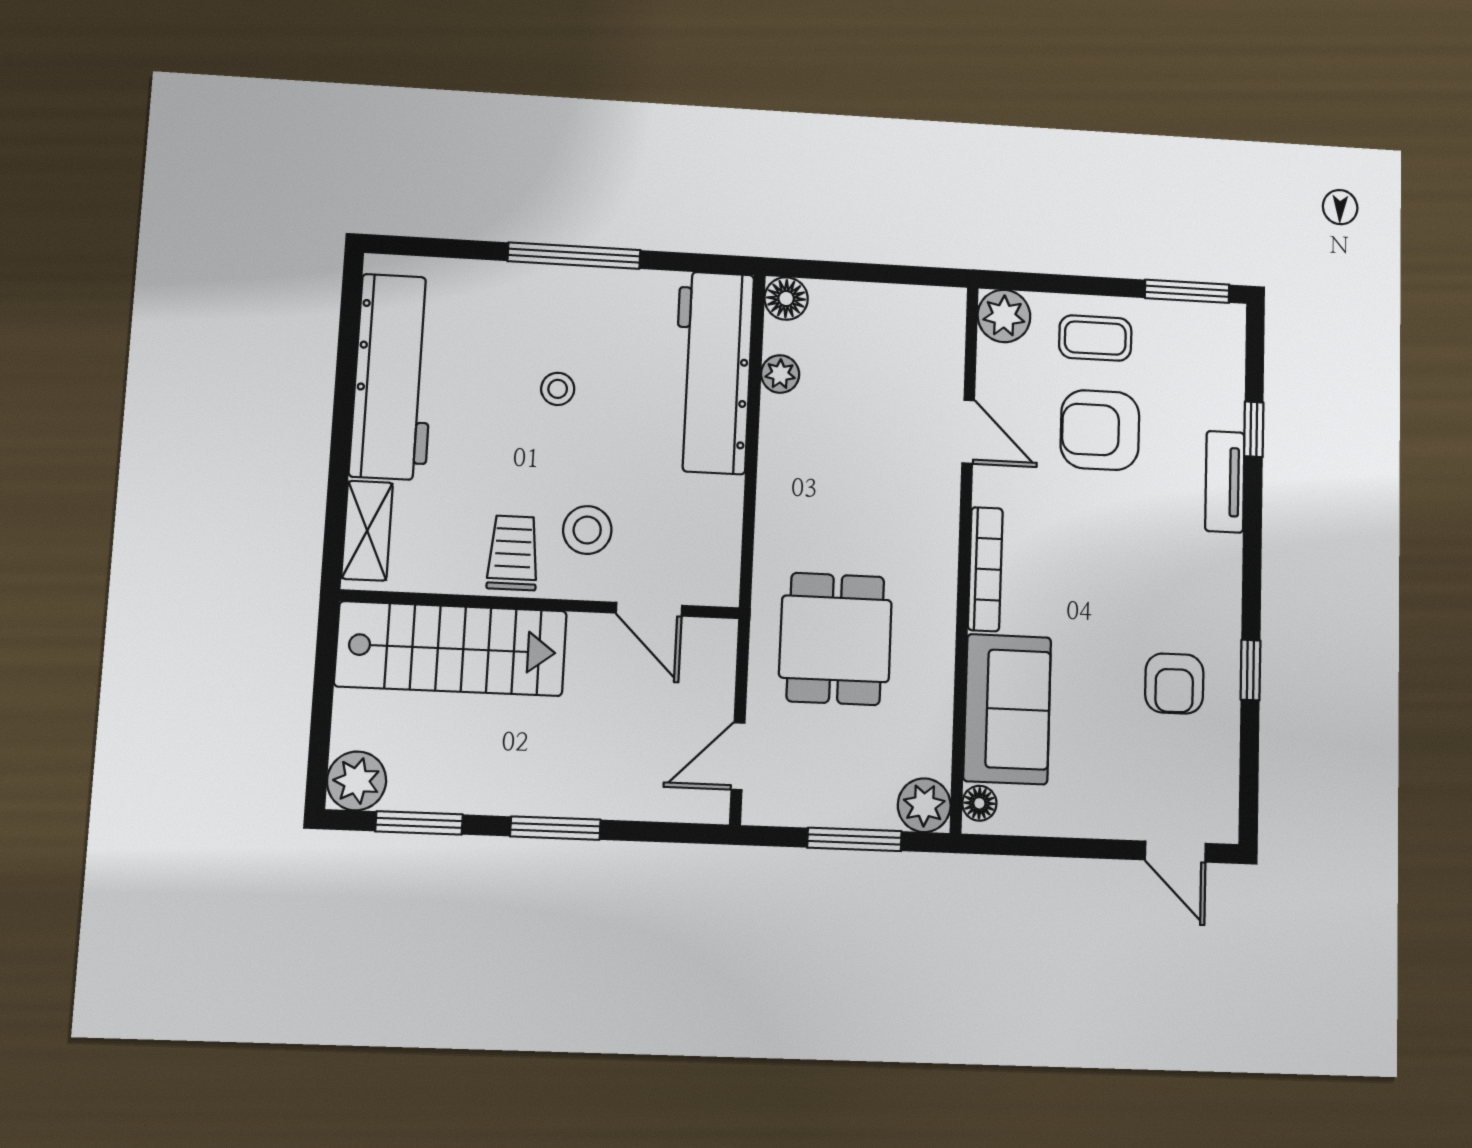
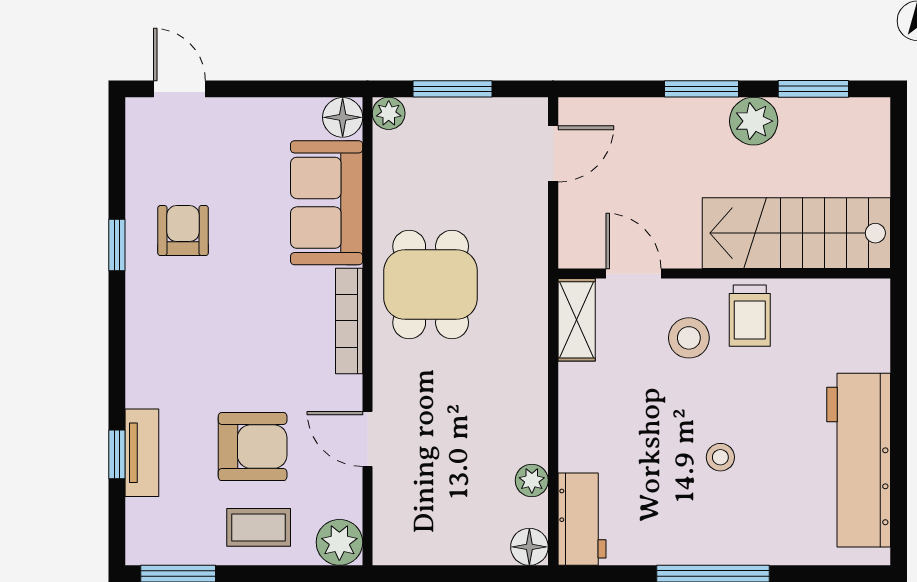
workbench: (713, 372) -> (582, 519), width x0.53, depth x0.76
tv unit: (1225, 482) -> (142, 453), moved
shelving: (367, 531) -> (577, 320), moved
dining table: (835, 639) -> (431, 285), moved
plant: (357, 781) -> (754, 121), moved
floor lamp: (979, 803) -> (343, 117), width x1.37, depth x1.37
plant: (924, 805) -> (389, 113), width x0.73, depth x0.73

